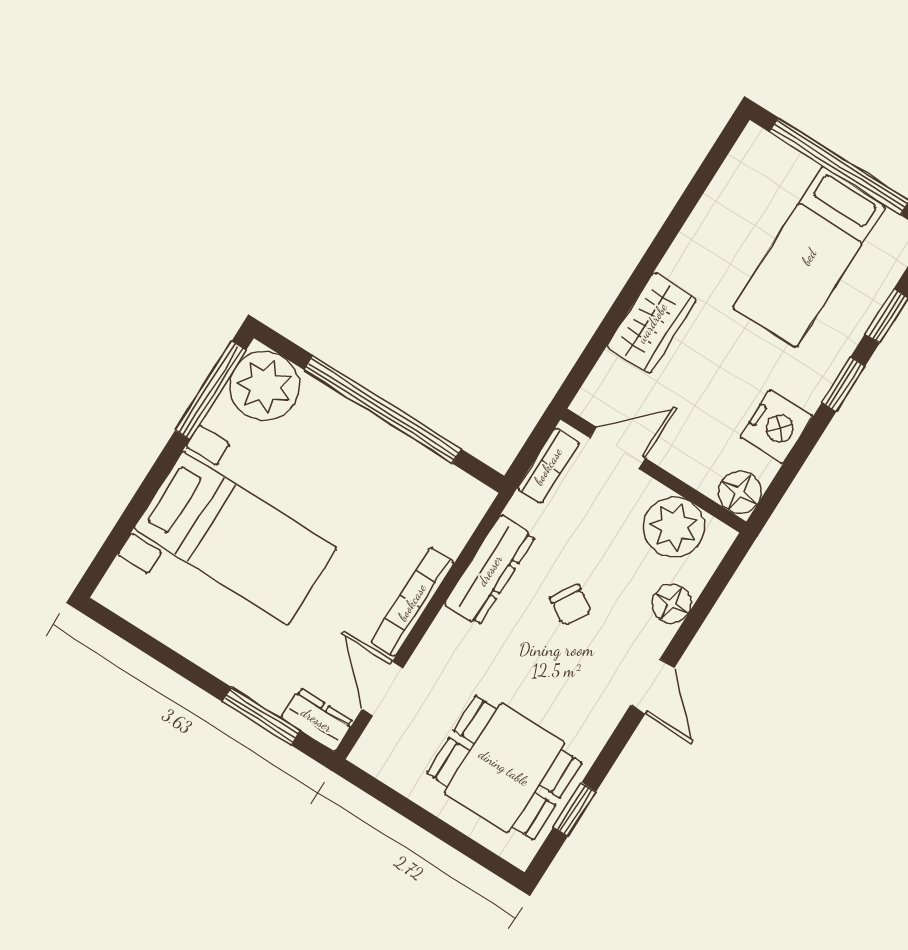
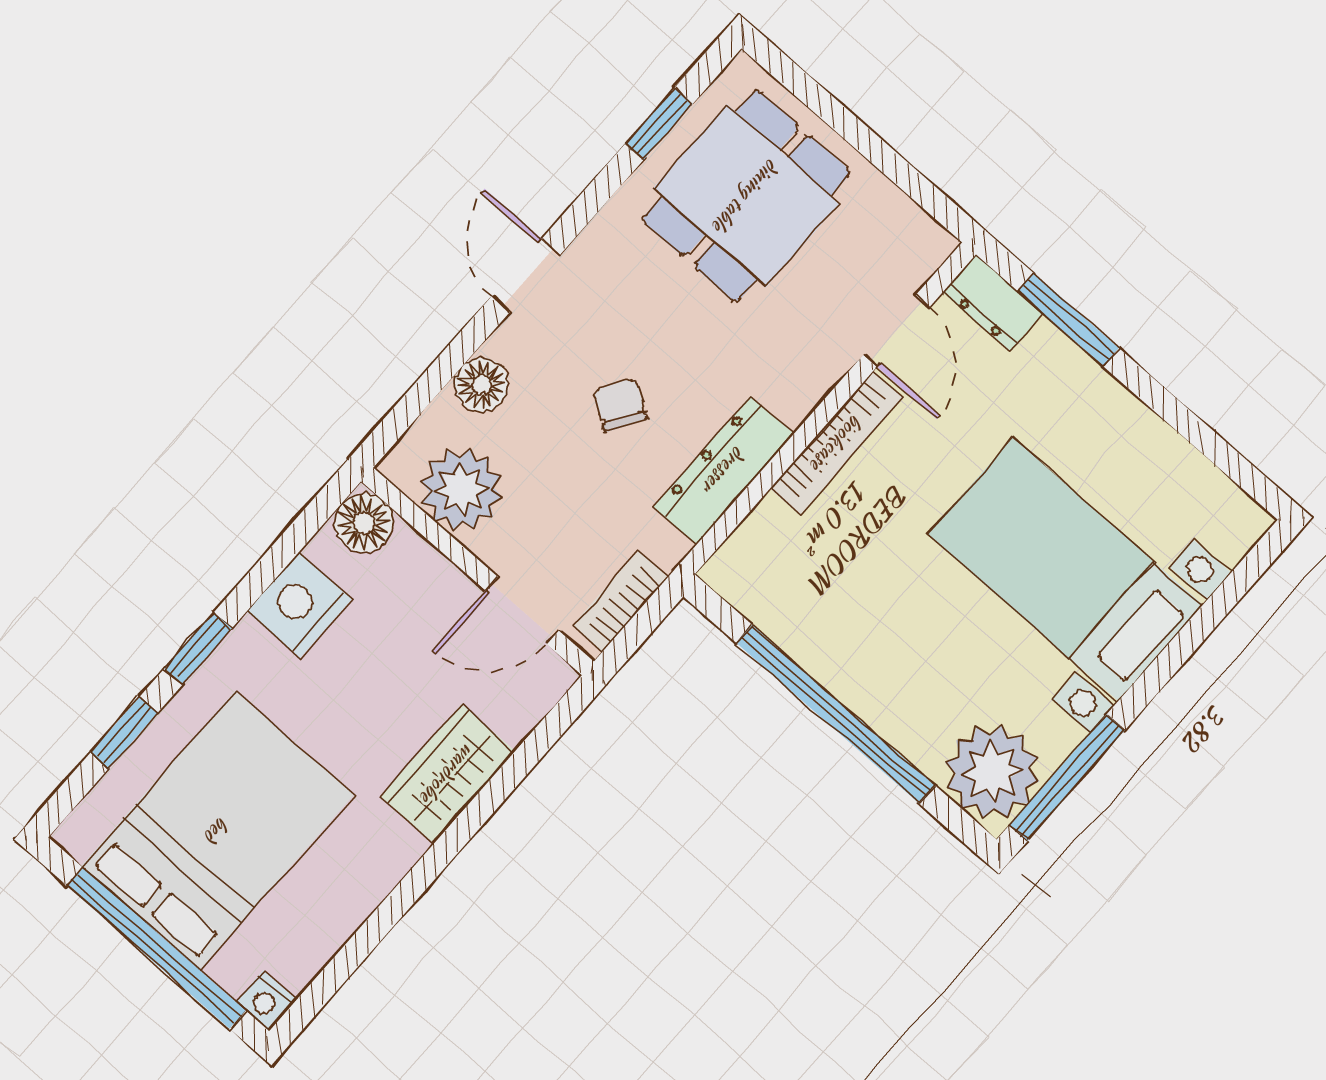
nightstand: (755, 141) -> (266, 1001), added
bed: (809, 257) -> (217, 830), width x1.50
dining table: (504, 768) -> (746, 196), turned 90

